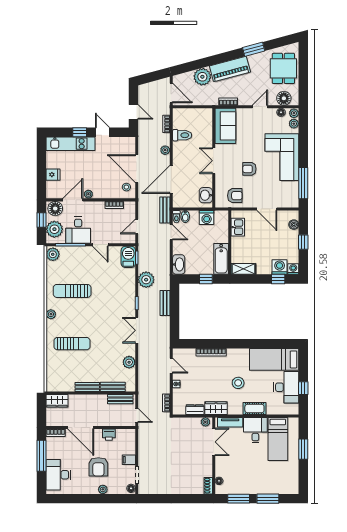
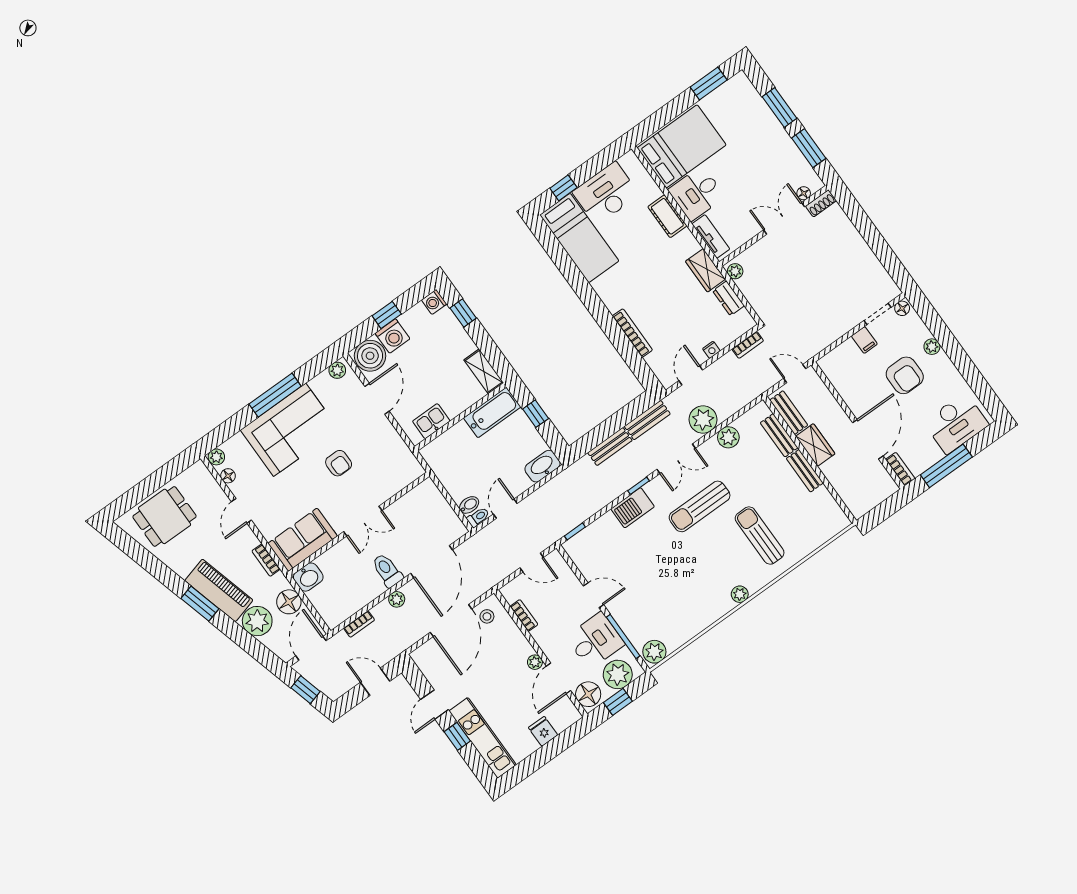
window: (254, 49) -> (200, 604), moved
window: (153, 76) -> (306, 690), added
floor lamp: (284, 98) -> (289, 602), moved
door: (260, 107) -> (241, 511), hinge flipped
door: (133, 112) -> (375, 682), hinge flipped
plant: (294, 124) -> (337, 370), moved
toilet: (182, 135) -> (387, 570), moved
door: (171, 179) -> (432, 562), hinge flipped
window: (303, 183) -> (275, 395), moved
washbasin: (206, 195) -> (308, 577), moved
armchair: (235, 196) -> (390, 457), removed
door: (73, 200) -> (558, 678), hinge flipped
bench: (165, 210) -> (647, 420), moved
washing machine: (207, 218) -> (449, 474), removed
boiler: (294, 225) -> (370, 356), width x1.86, depth x1.86
door: (100, 245) -> (594, 595), hinge flipped
barbecue: (128, 257) -> (633, 508), moved
washing machine: (280, 267) -> (393, 336), moved, turned -90
plant: (146, 280) -> (703, 420), moved
sun lounger: (72, 291) -> (700, 506), moved, turned 90
stool: (238, 383) -> (648, 265), removed
window: (303, 388) -> (563, 188), moved
wardrobe: (57, 401) -> (815, 445), moved
door: (137, 415) -> (795, 374), hinge flipped
printer: (109, 435) -> (850, 393), removed
bed: (278, 439) -> (682, 146), width x1.50
double door: (214, 442) -> (784, 218), moved
window: (303, 449) -> (709, 84), moved
armchair: (98, 467) -> (905, 375), turned 90

